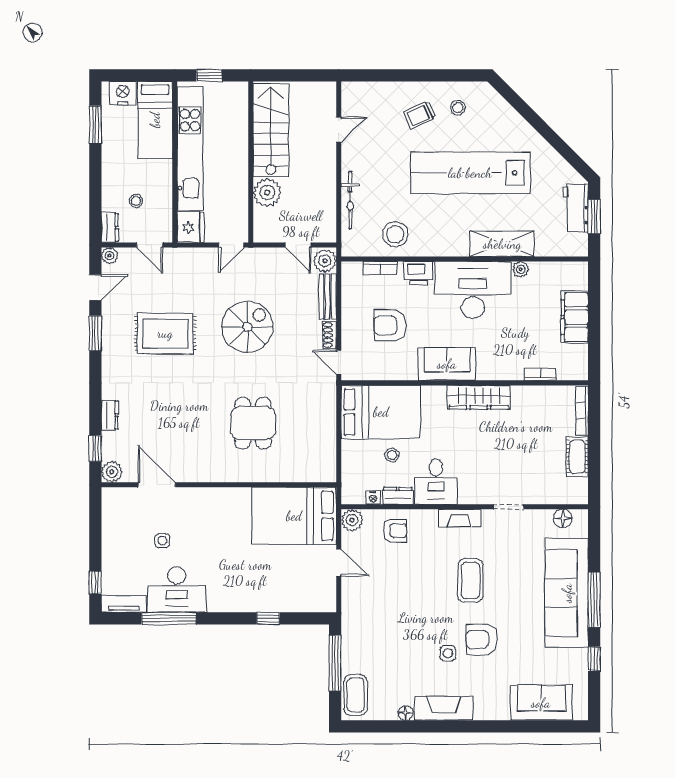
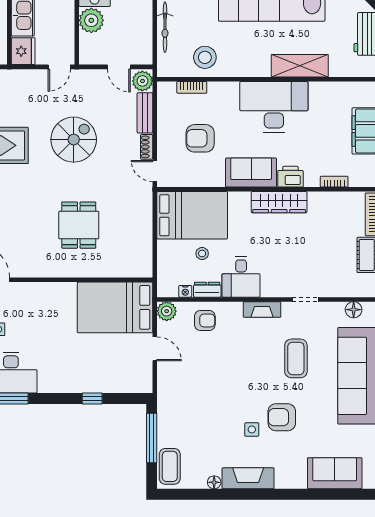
plant: (521, 269) -> (316, 89), removed
printer: (419, 273) -> (290, 177), moved, turned 180
coffee table: (470, 580) -> (296, 358), moved

